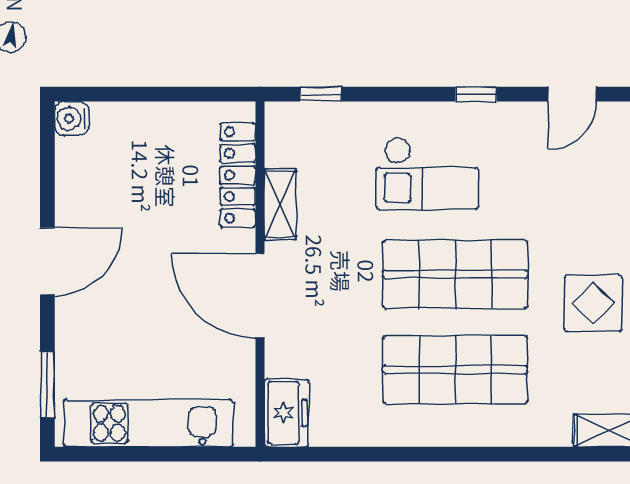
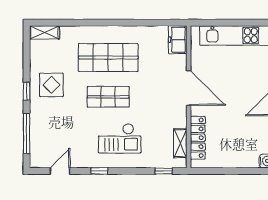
checkout: (427, 173) -> (120, 138), turned 180
shelving: (280, 204) -> (180, 143), moved
shop shelf: (455, 274) -> (108, 97), width x0.70, depth x0.74

